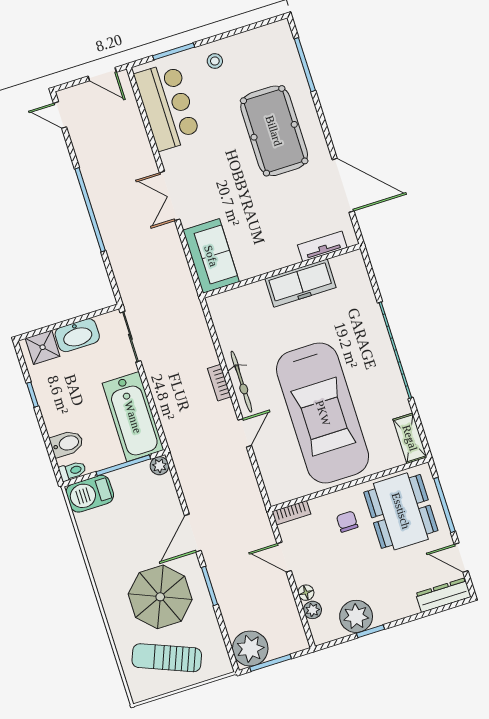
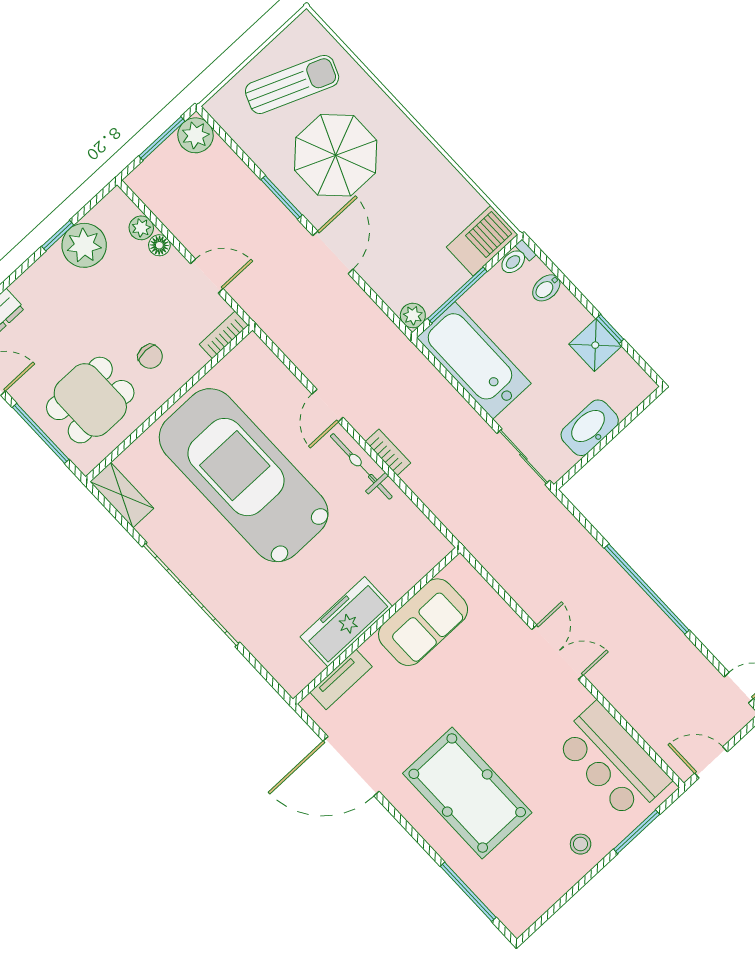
sofa: (211, 256) -> (423, 622), moved, turned -90
shower: (43, 347) -> (595, 345), moved
bidet: (67, 444) -> (546, 288), width x0.72, depth x0.74
dining table: (401, 511) -> (90, 400), width x0.73
plant: (250, 648) -> (195, 135), width x0.73, depth x0.73

